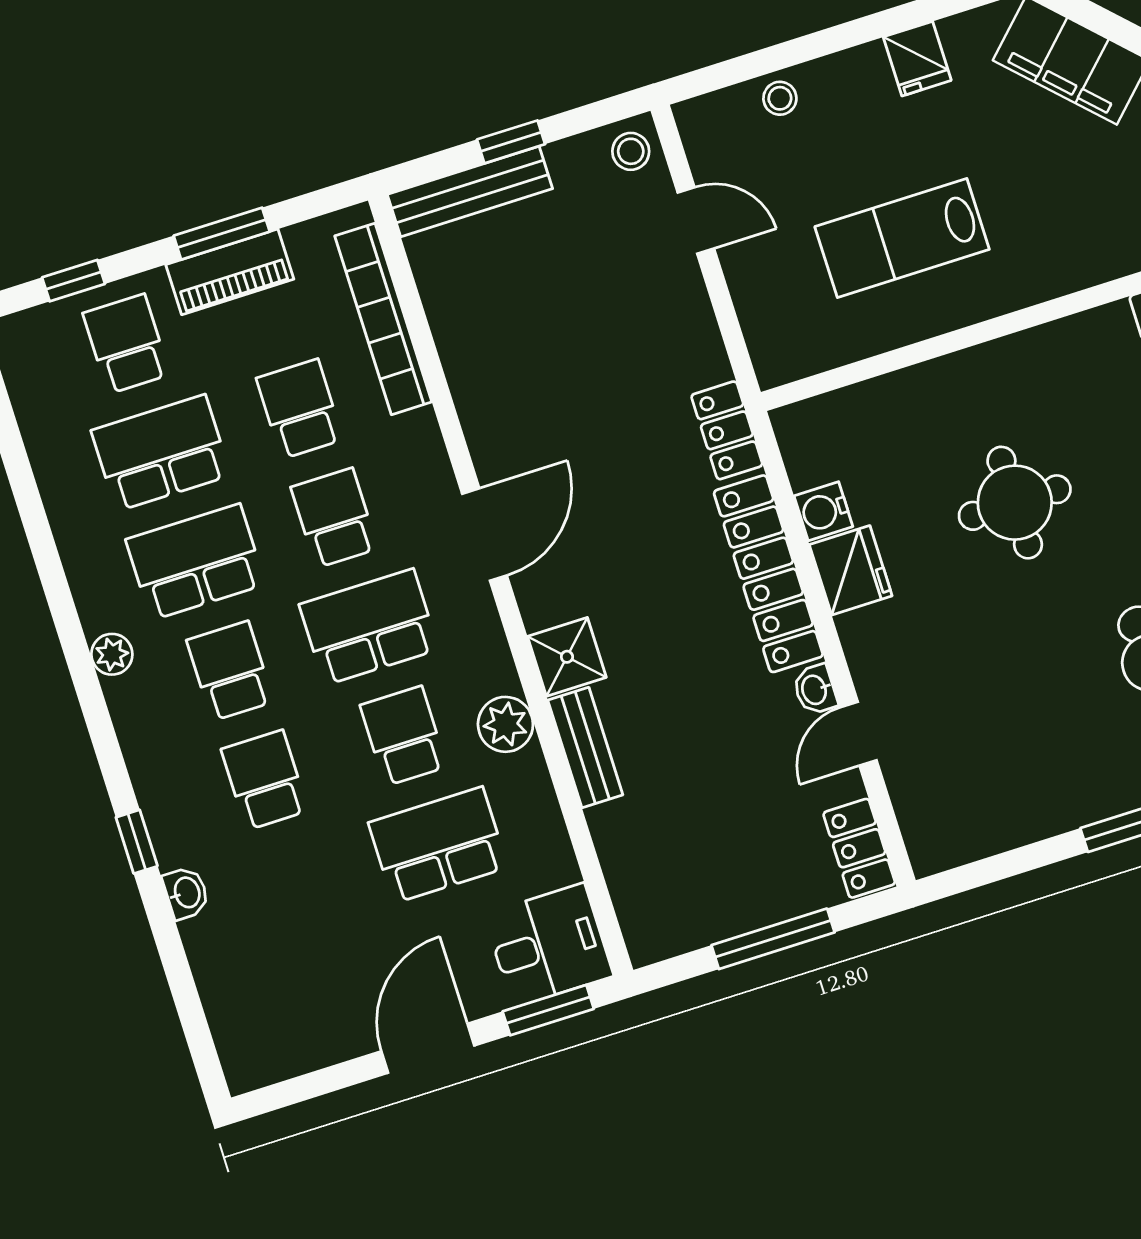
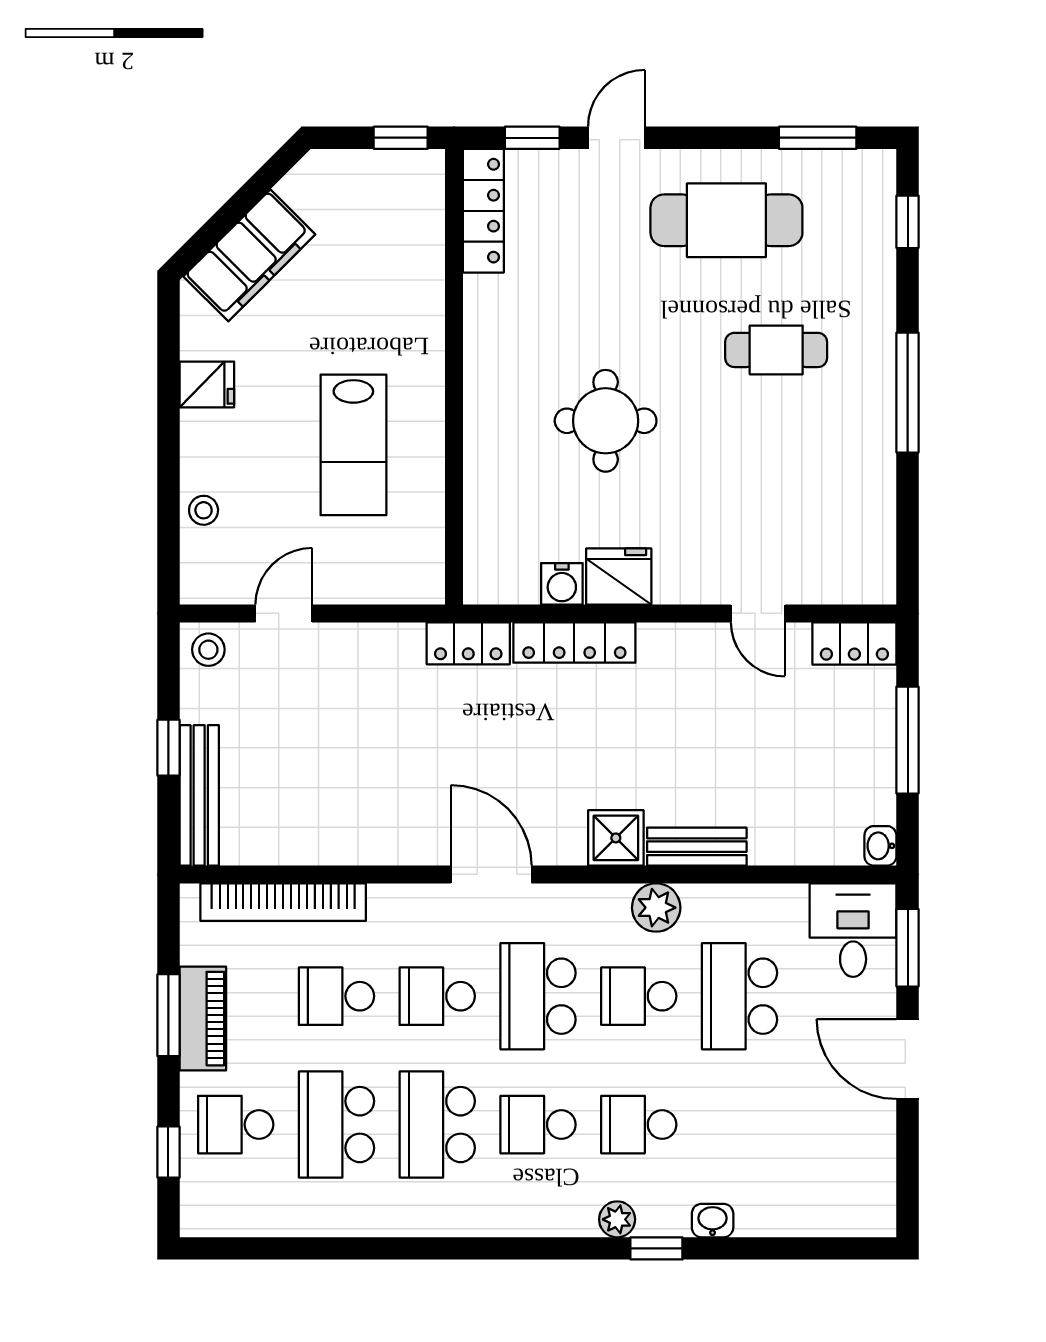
locker: (768, 574) -> (574, 642), width x0.71, depth x0.83
plant: (112, 654) -> (617, 1219), moved
washbasin: (815, 690) -> (880, 846), moved, turned 90

